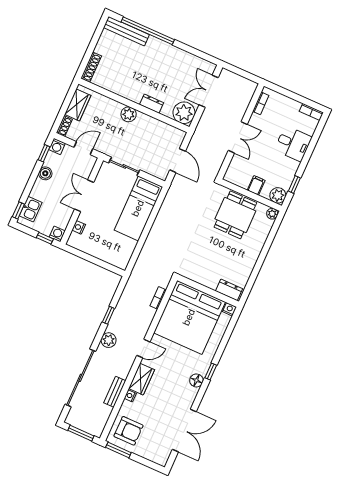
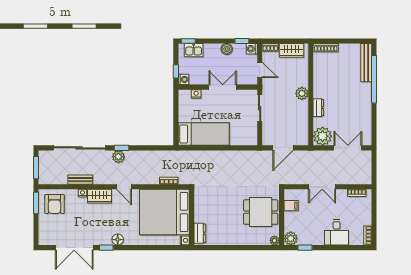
filing cabinet: (256, 185) -> (291, 206), moved
bed: (138, 208) -> (204, 134), moved, turned 180
window: (108, 315) -> (122, 148), moved
window: (211, 372) -> (106, 248), moved

